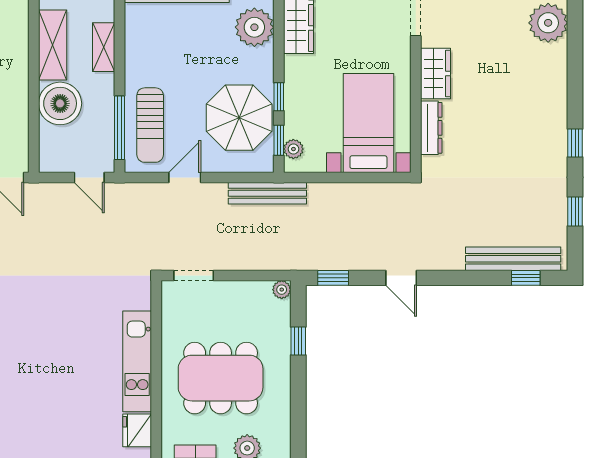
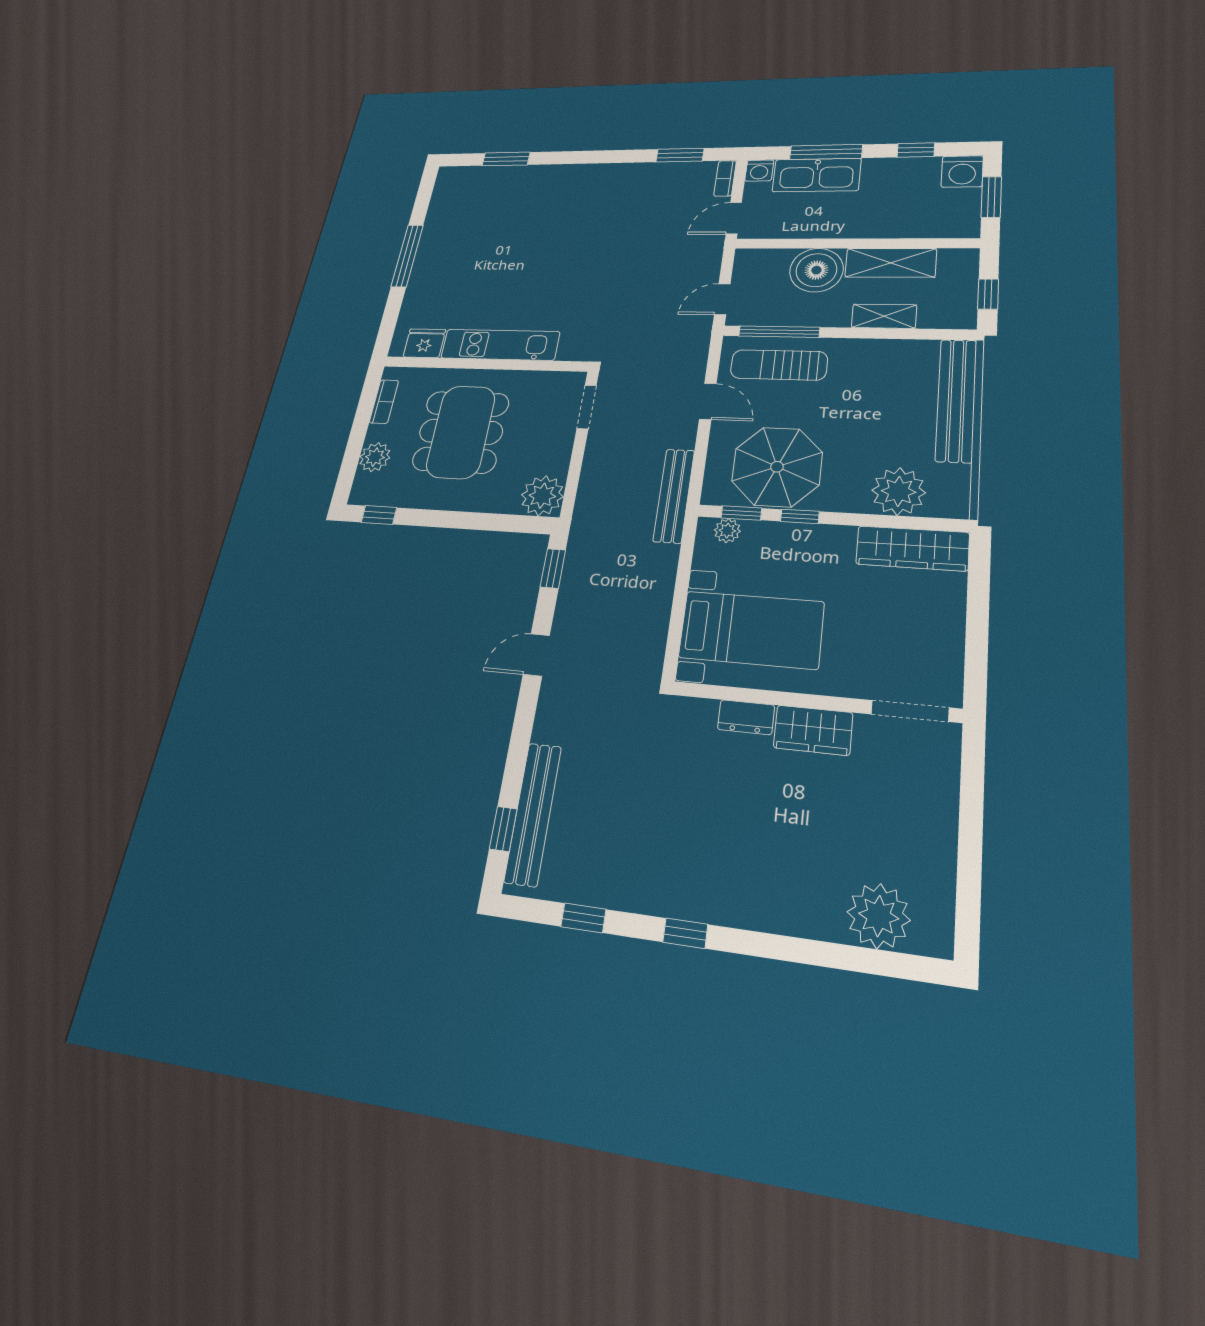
dresser: (431, 128) -> (746, 717), width x0.70
plant: (282, 290) -> (542, 496), width x1.88, depth x1.88
window: (298, 341) -> (379, 515), moved

